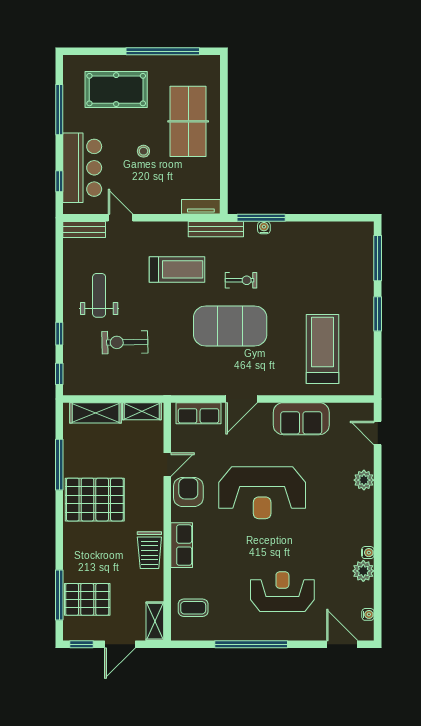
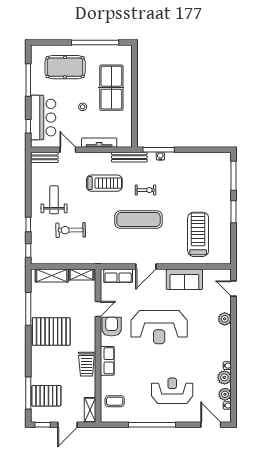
tv unit: (201, 207) -> (99, 143), moved, width x1.41
exercise mat: (230, 326) -> (139, 220), width x0.68
plant: (364, 597) -> (225, 394), added

